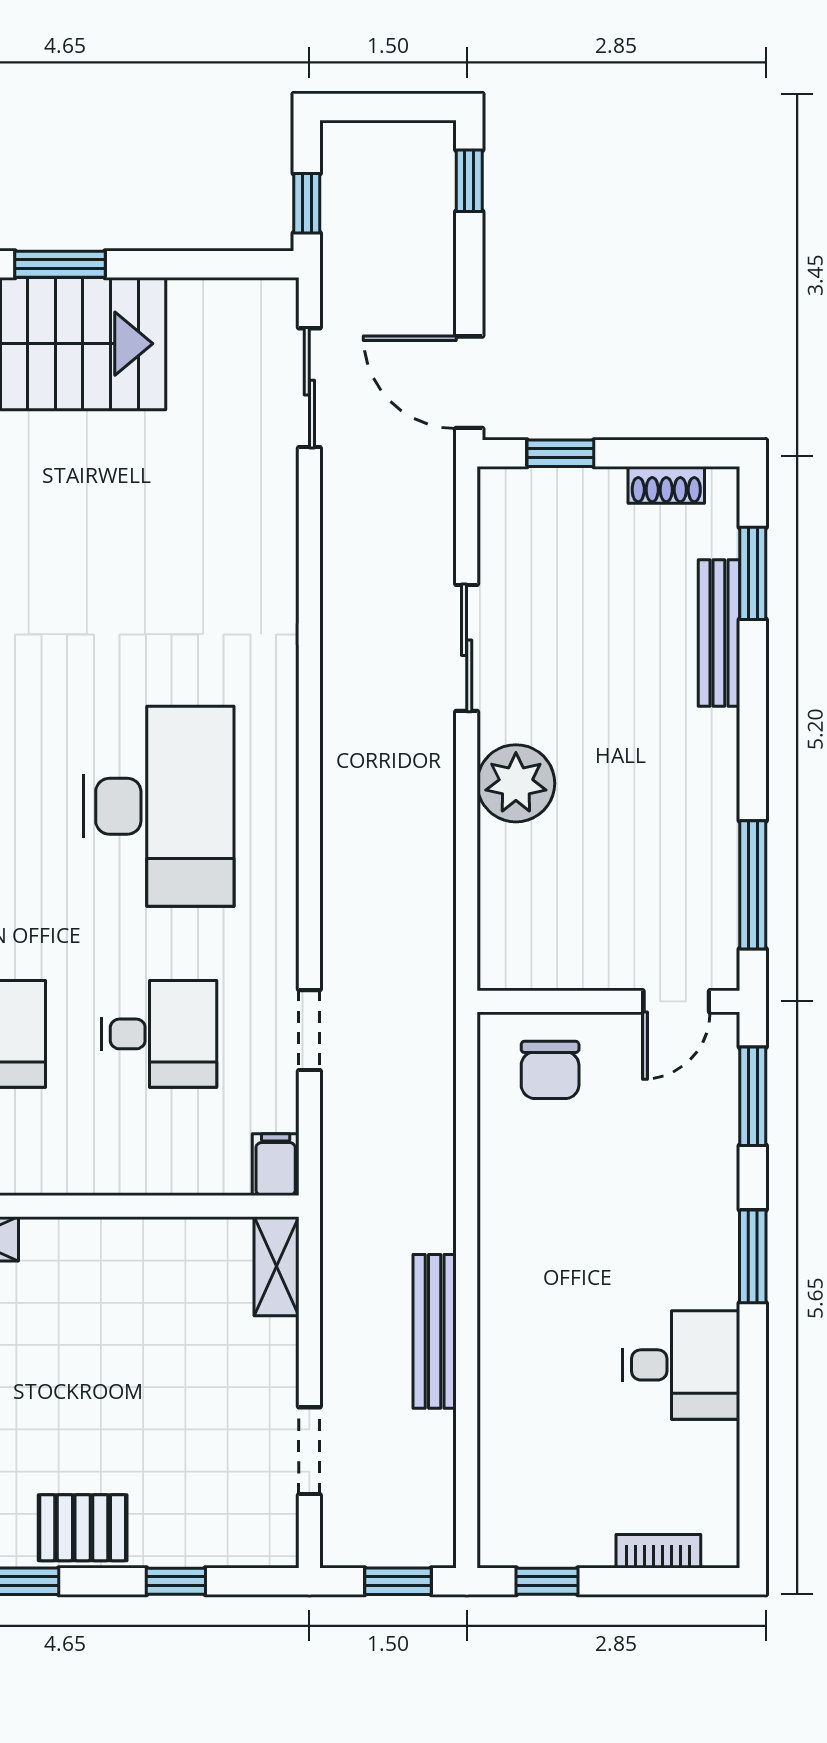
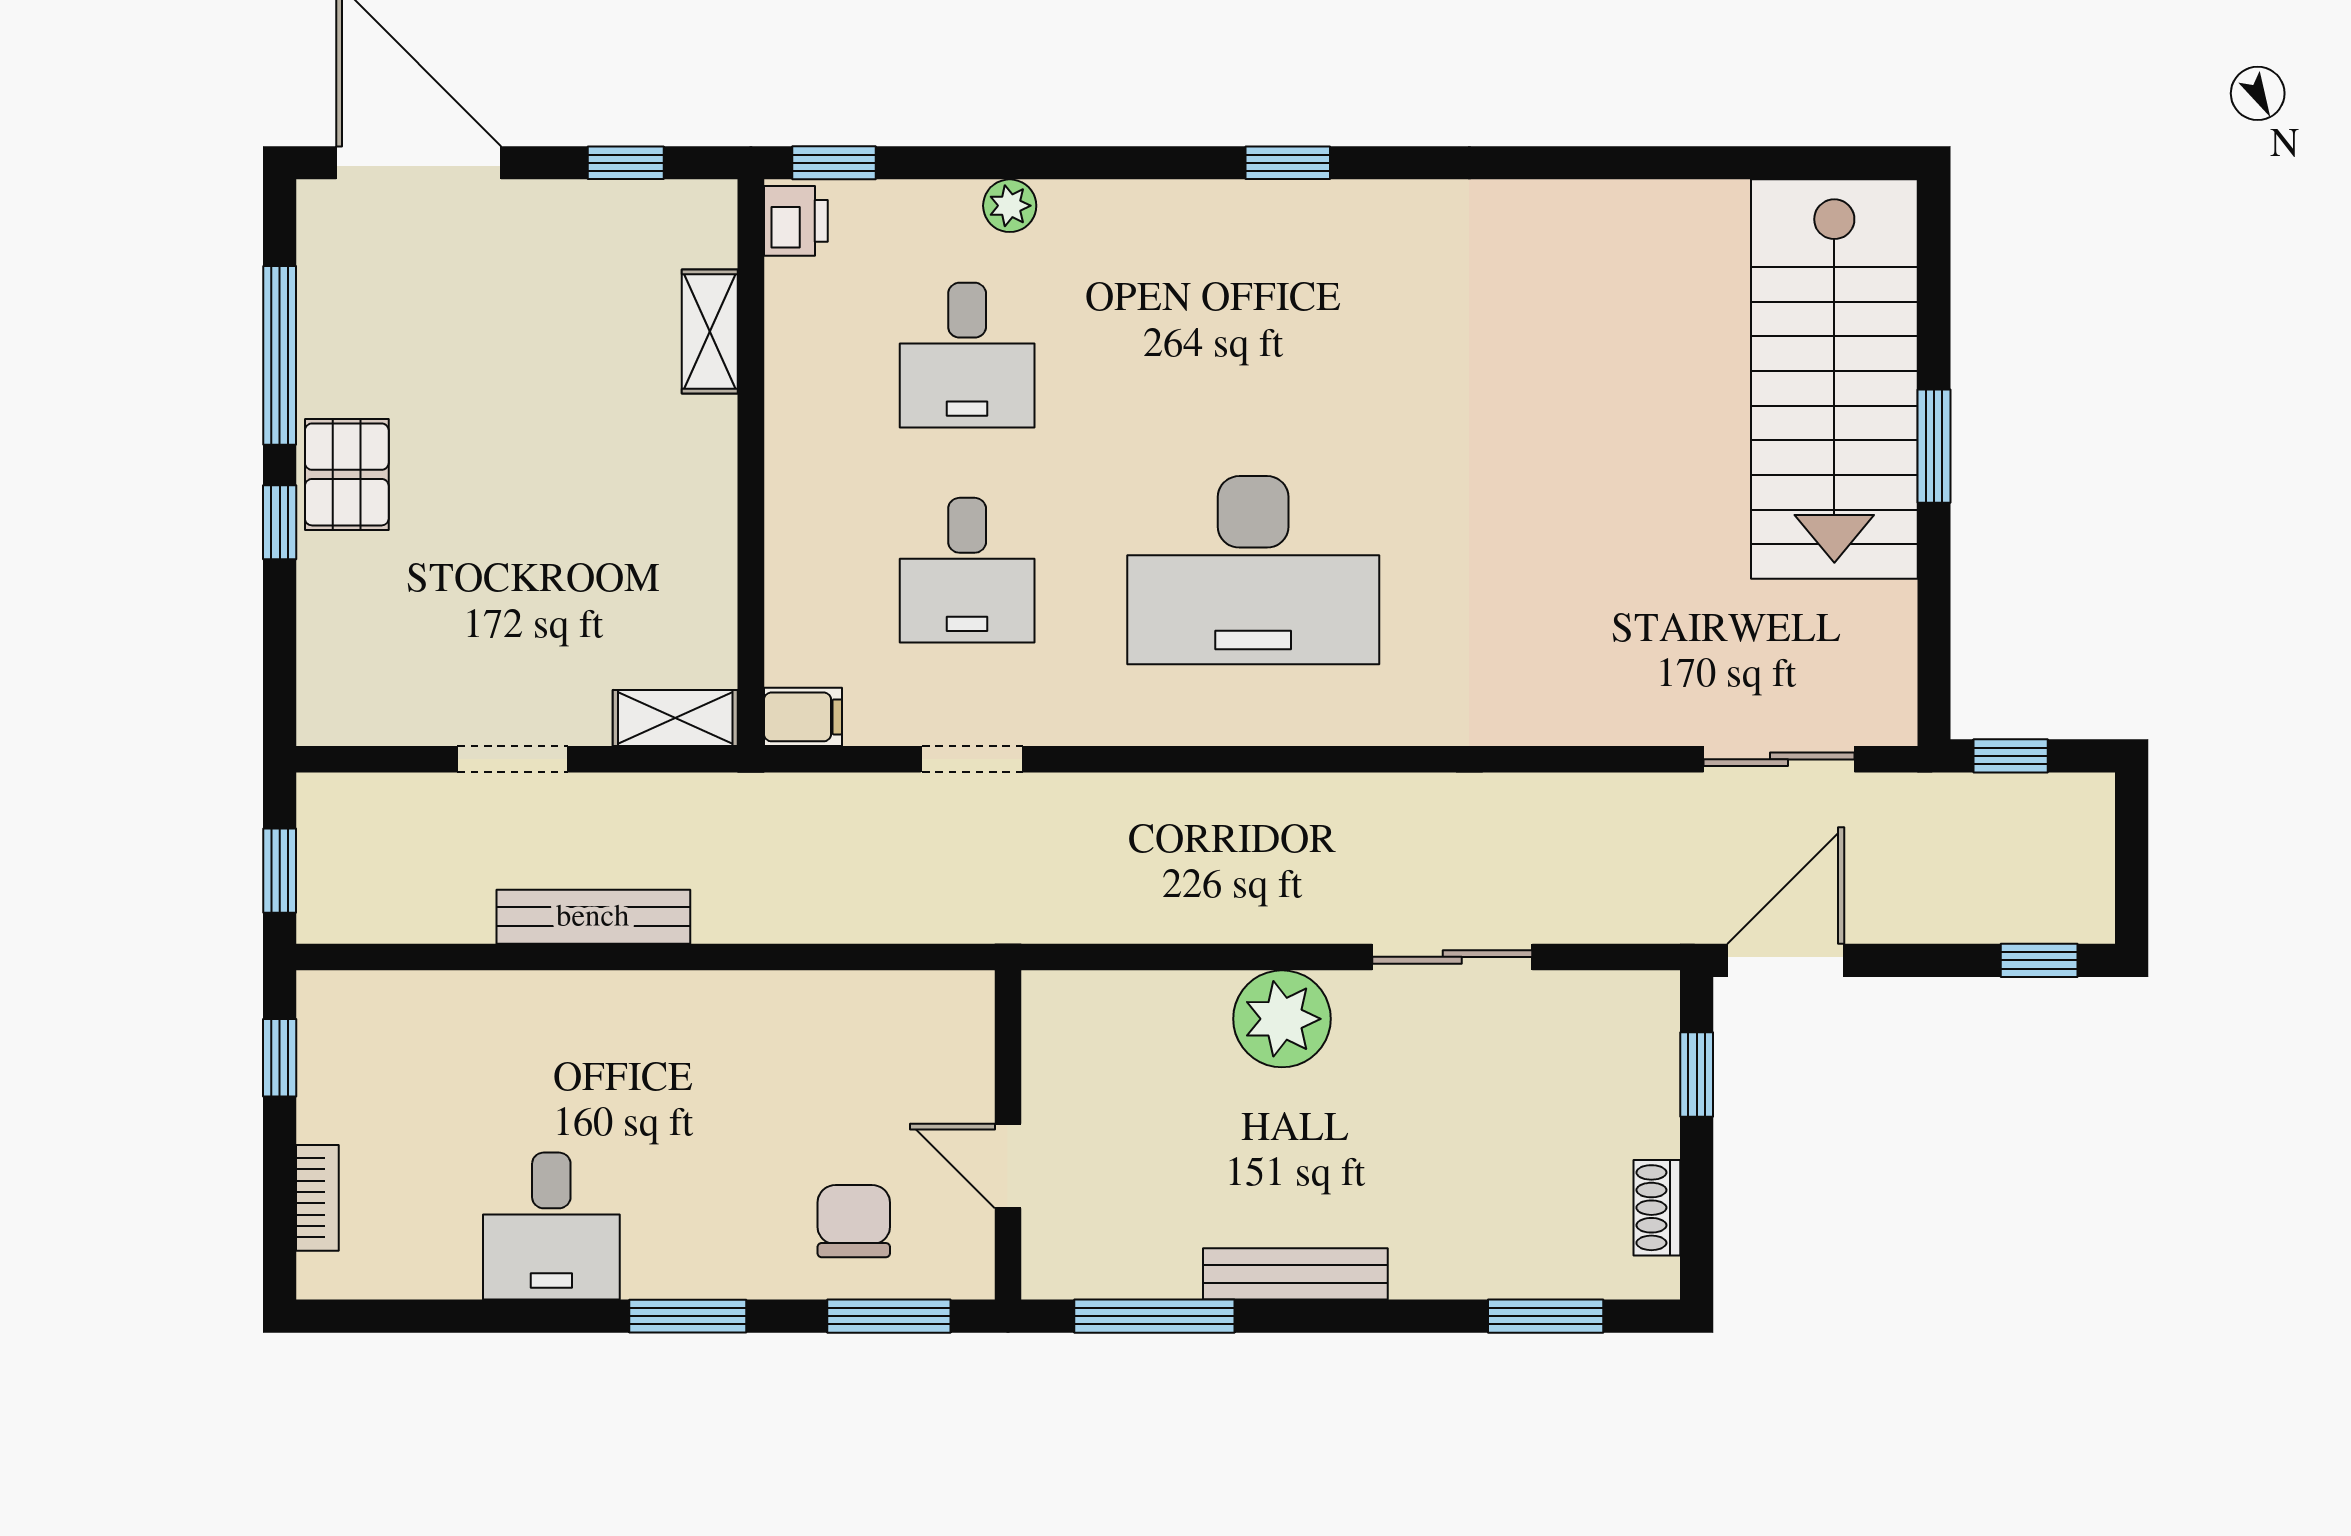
bench: (719, 633) -> (1295, 1274), moved
door: (676, 1001) -> (1008, 1166), moved
chair: (550, 1070) -> (854, 1221), moved, turned 90
doorway: (309, 1451) -> (513, 759), moved
window: (176, 1581) -> (280, 522), moved

